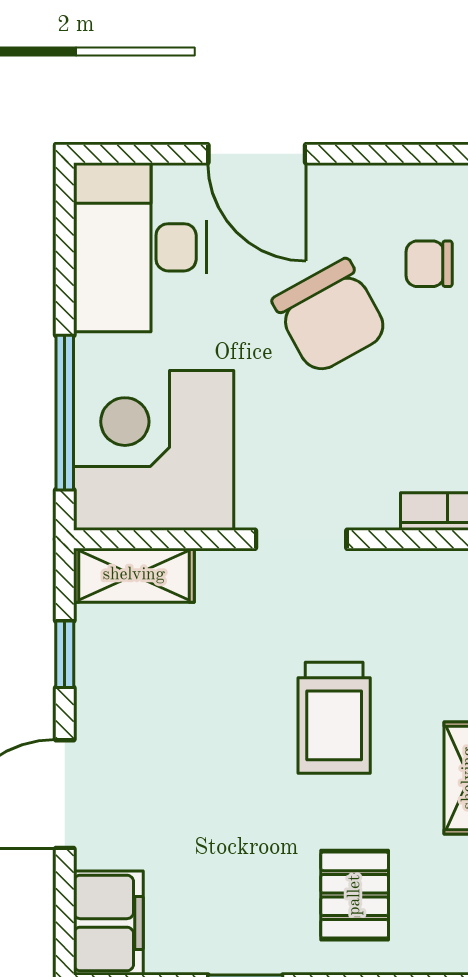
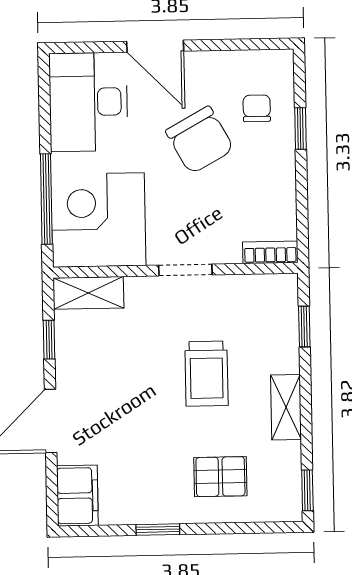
chair: (429, 264) -> (257, 108), turned 90
pallet: (355, 895) -> (220, 477), turned 90

